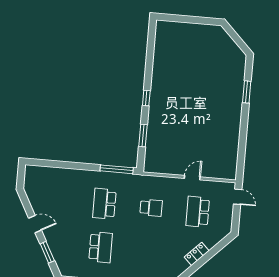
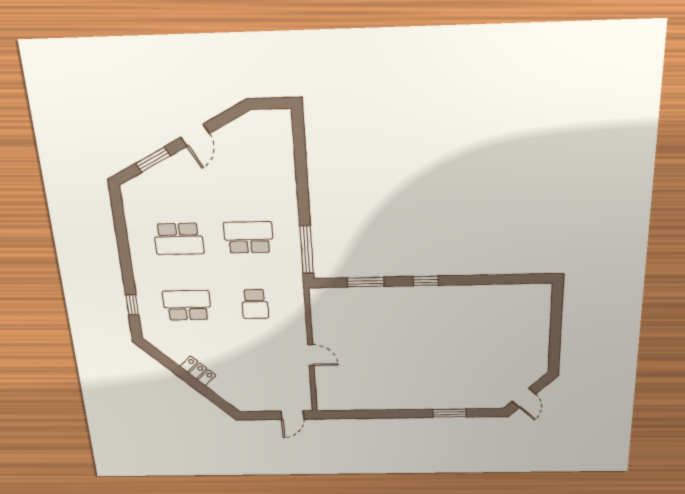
door: (240, 42) -> (524, 398), added
school desk: (198, 212) -> (187, 305), moved

